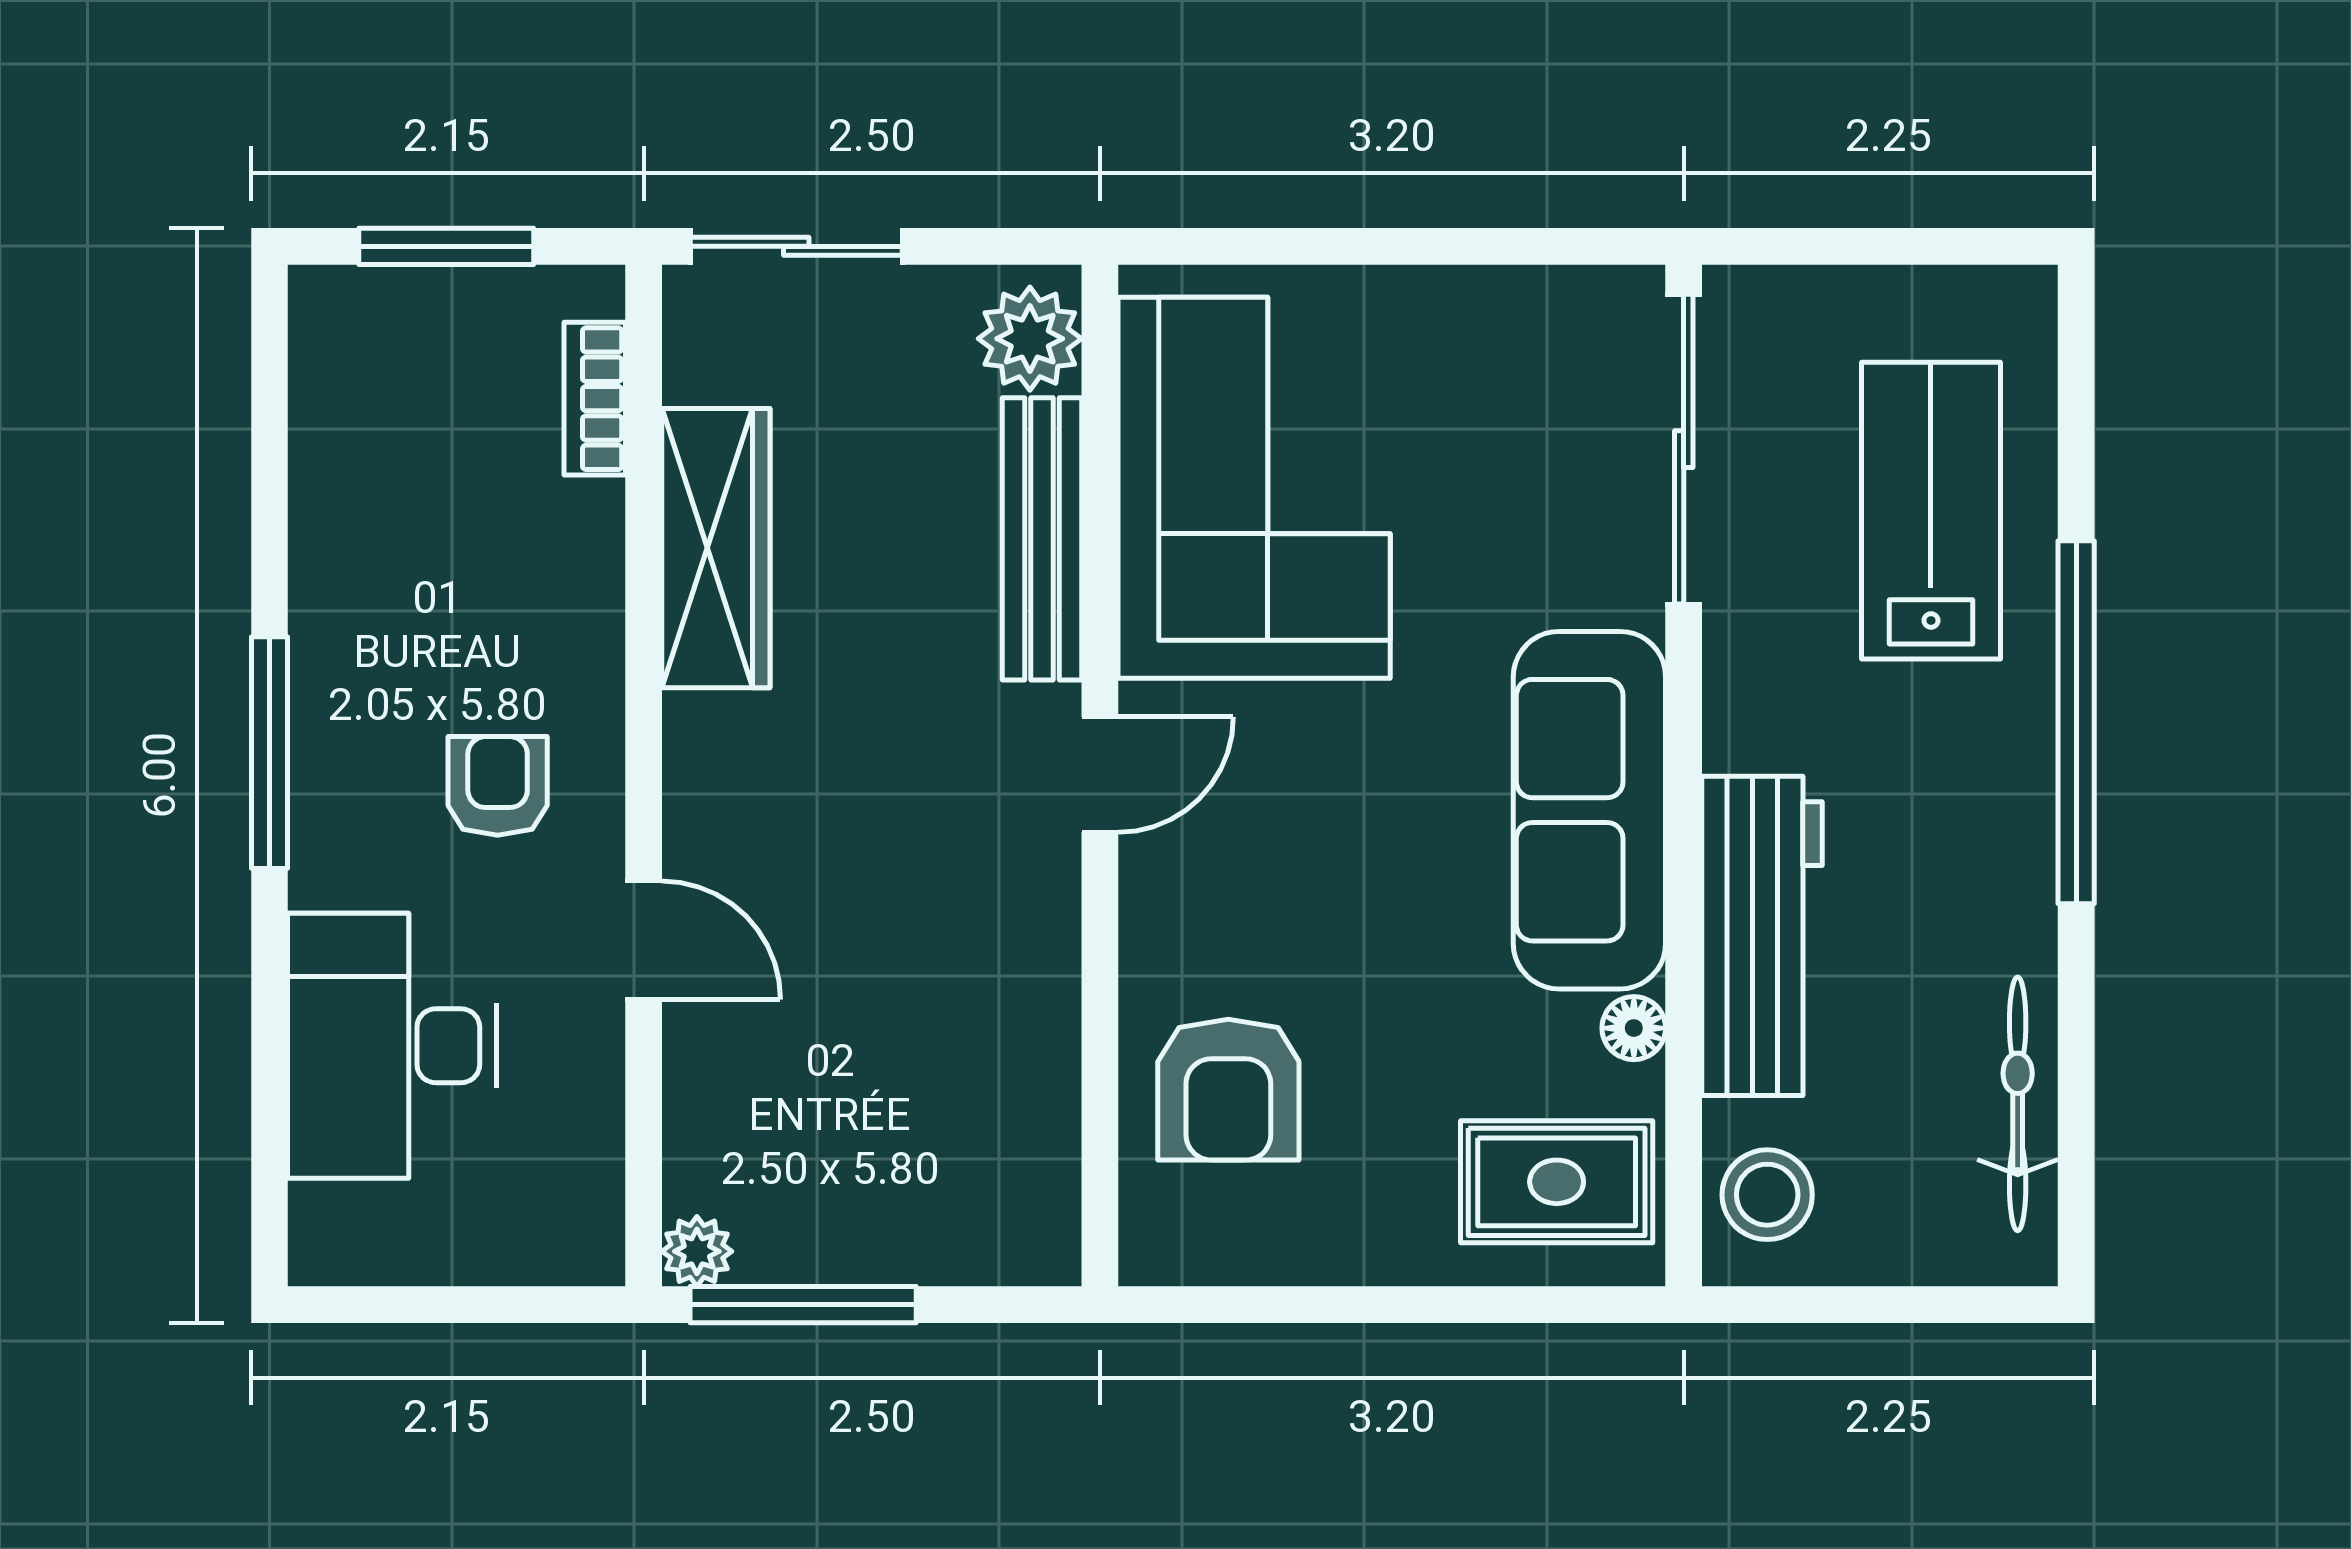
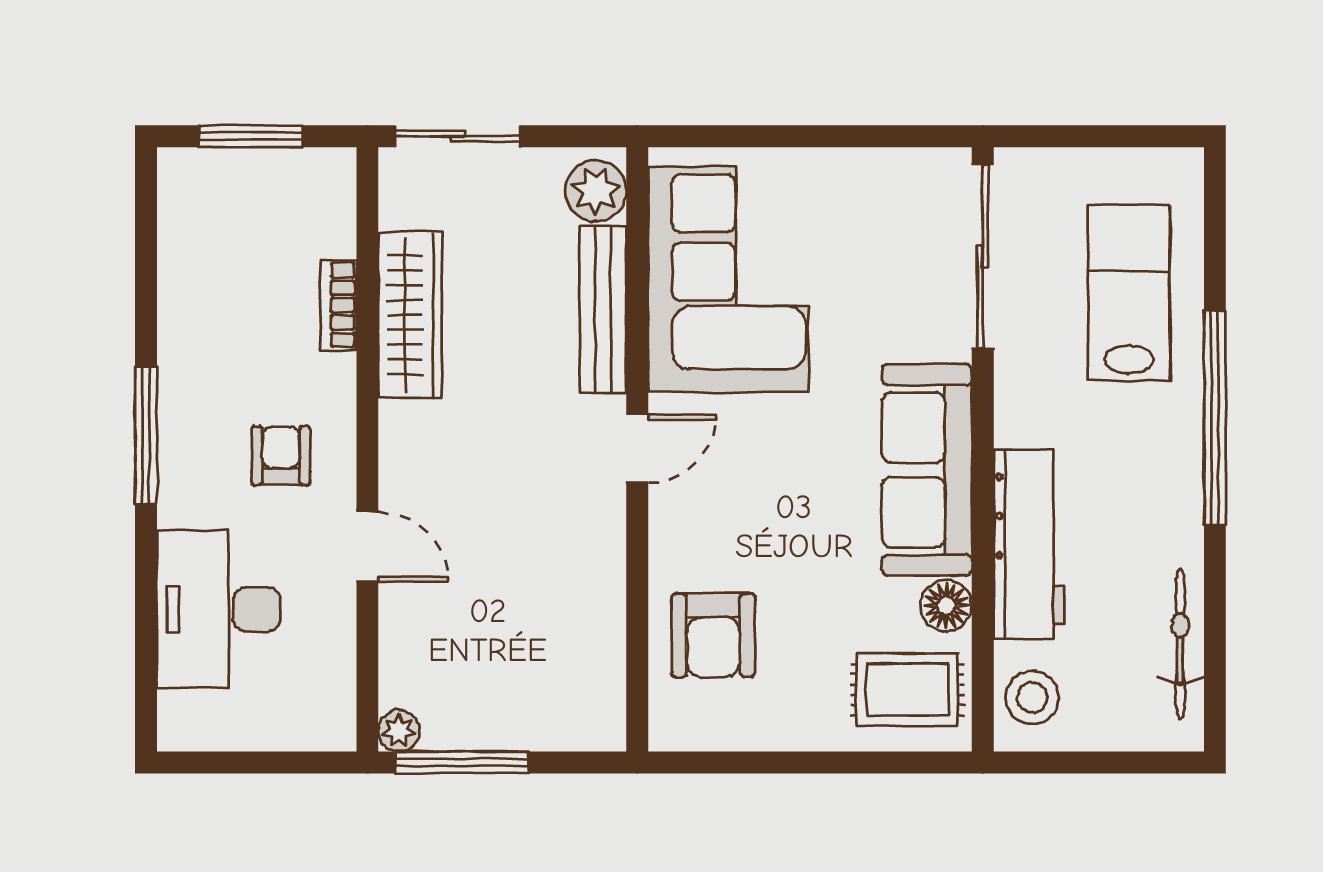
bookcase: (595, 399) -> (338, 305), moved
floor lamp: (1634, 1028) -> (946, 606), width x1.37, depth x1.37

